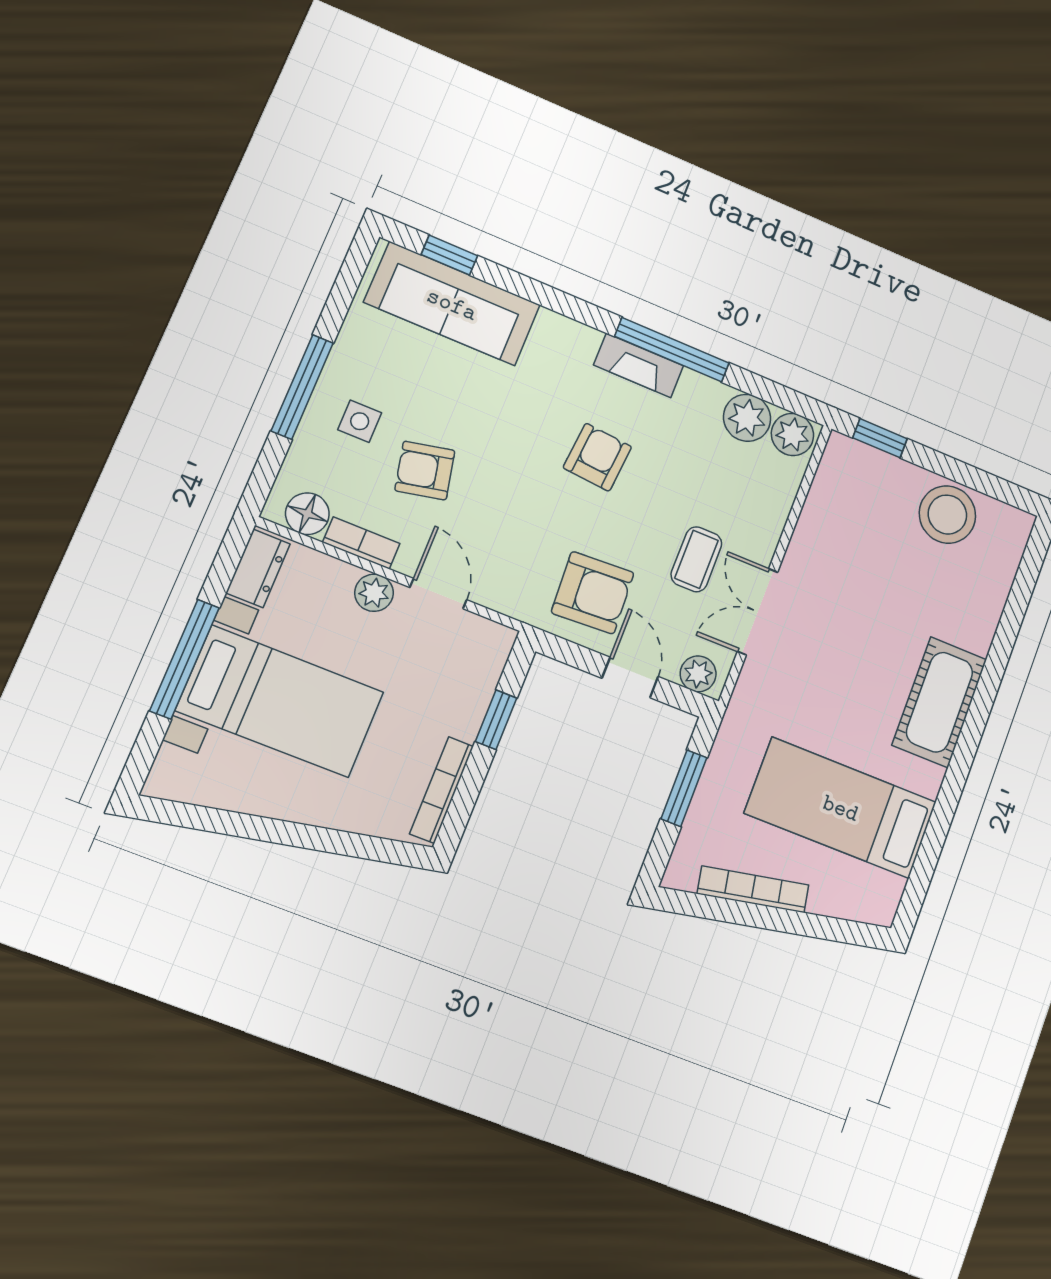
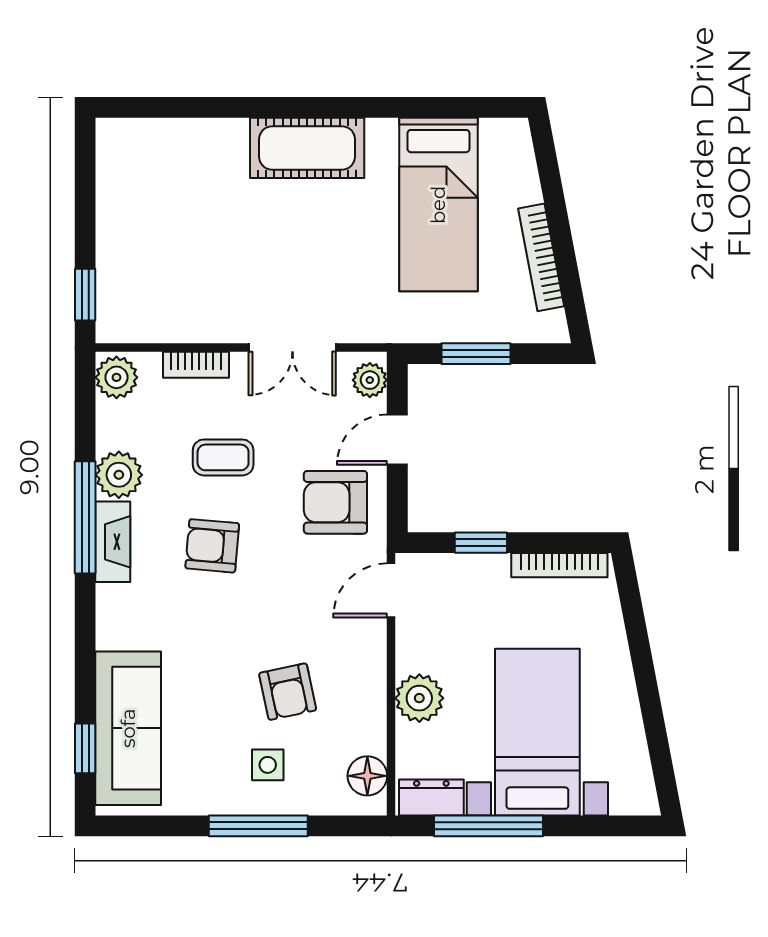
plant: (747, 418) -> (119, 475), moved
stool: (947, 515) -> (130, 205), removed
bookcase: (361, 543) -> (196, 365), moved, turned -90
coffee table: (696, 559) -> (223, 457), moved
plant: (374, 593) -> (419, 698), width x1.38, depth x1.38
armchair: (593, 593) -> (335, 502), turned -87
door: (438, 594) -> (391, 590), moved
window: (184, 659) -> (488, 826), moved

